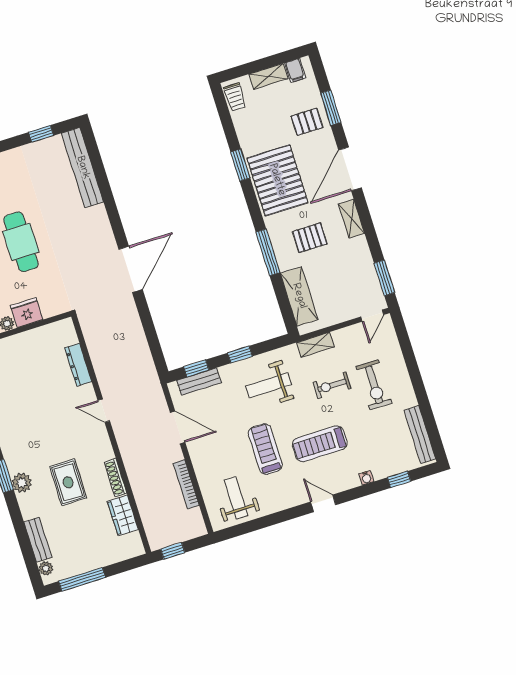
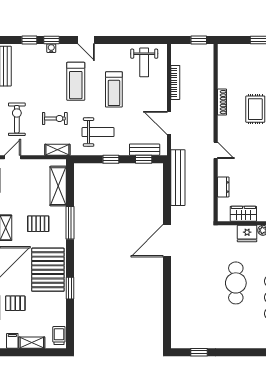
bench: (83, 168) -> (178, 178), moved
dresser: (78, 365) -> (223, 187), width x0.70
exercise bike: (374, 385) -> (17, 119), moved
treadmill: (320, 444) -> (76, 81), turned 90
window: (370, 489) -> (51, 40), added
wardrobe: (123, 515) -> (243, 214), moved, turned -90

